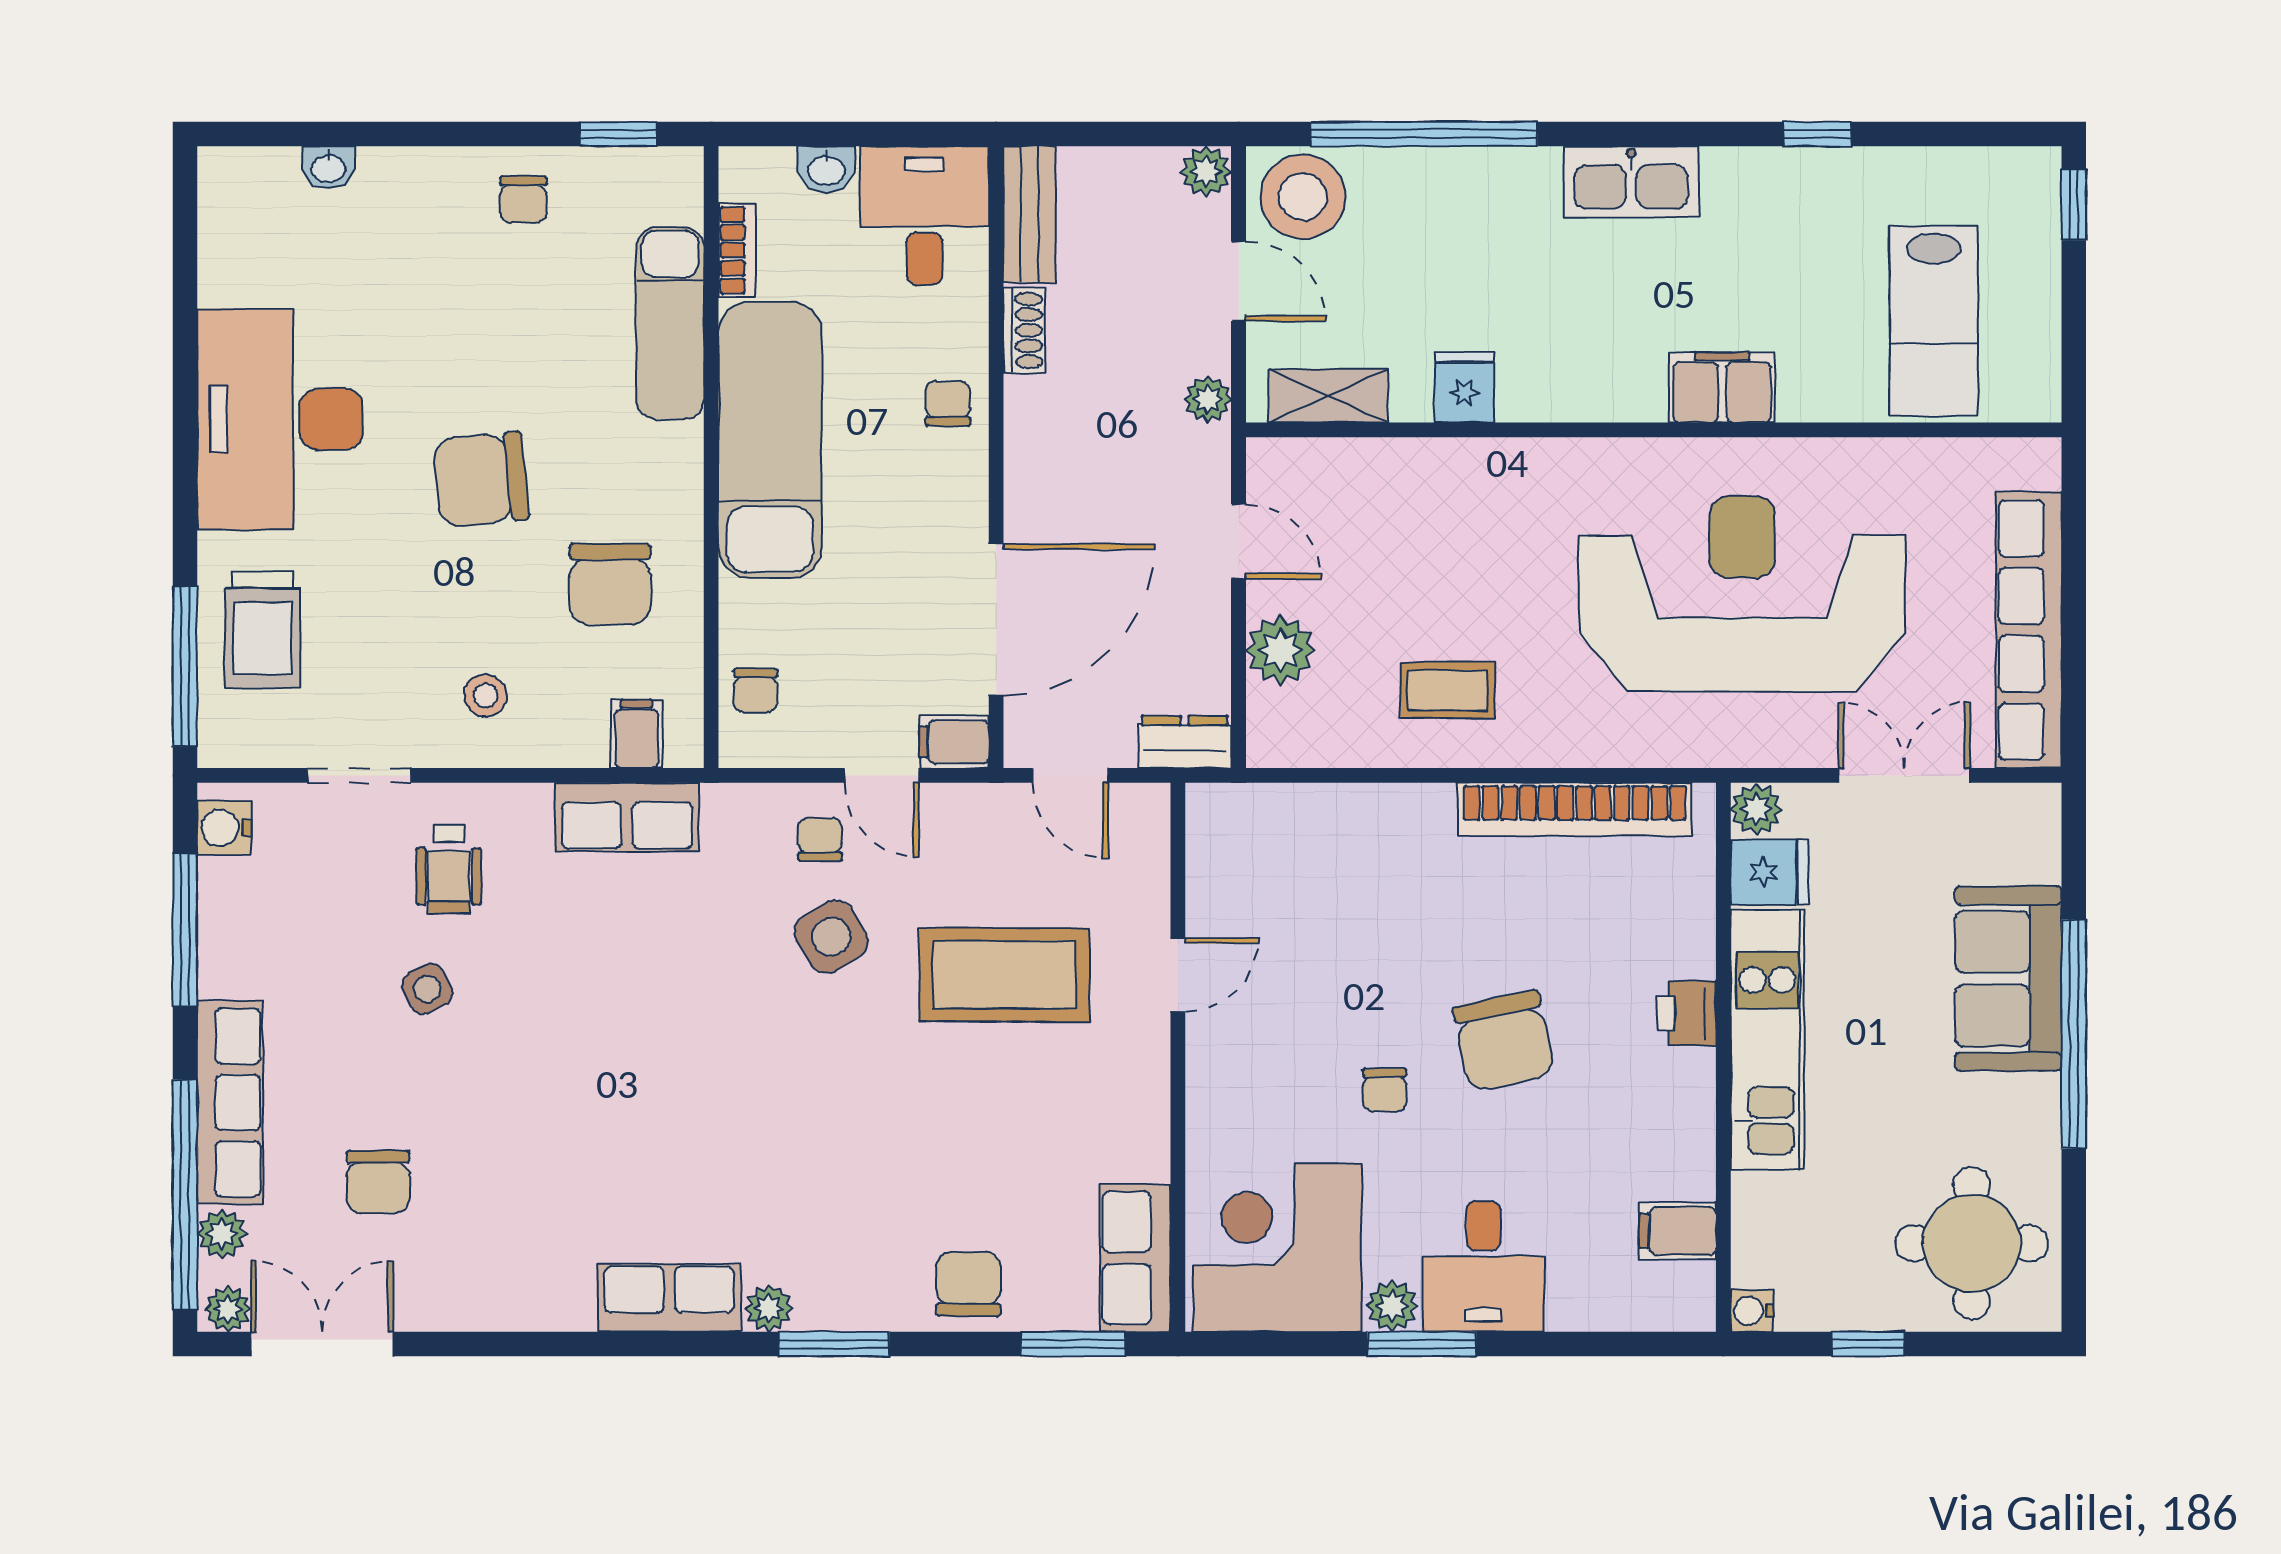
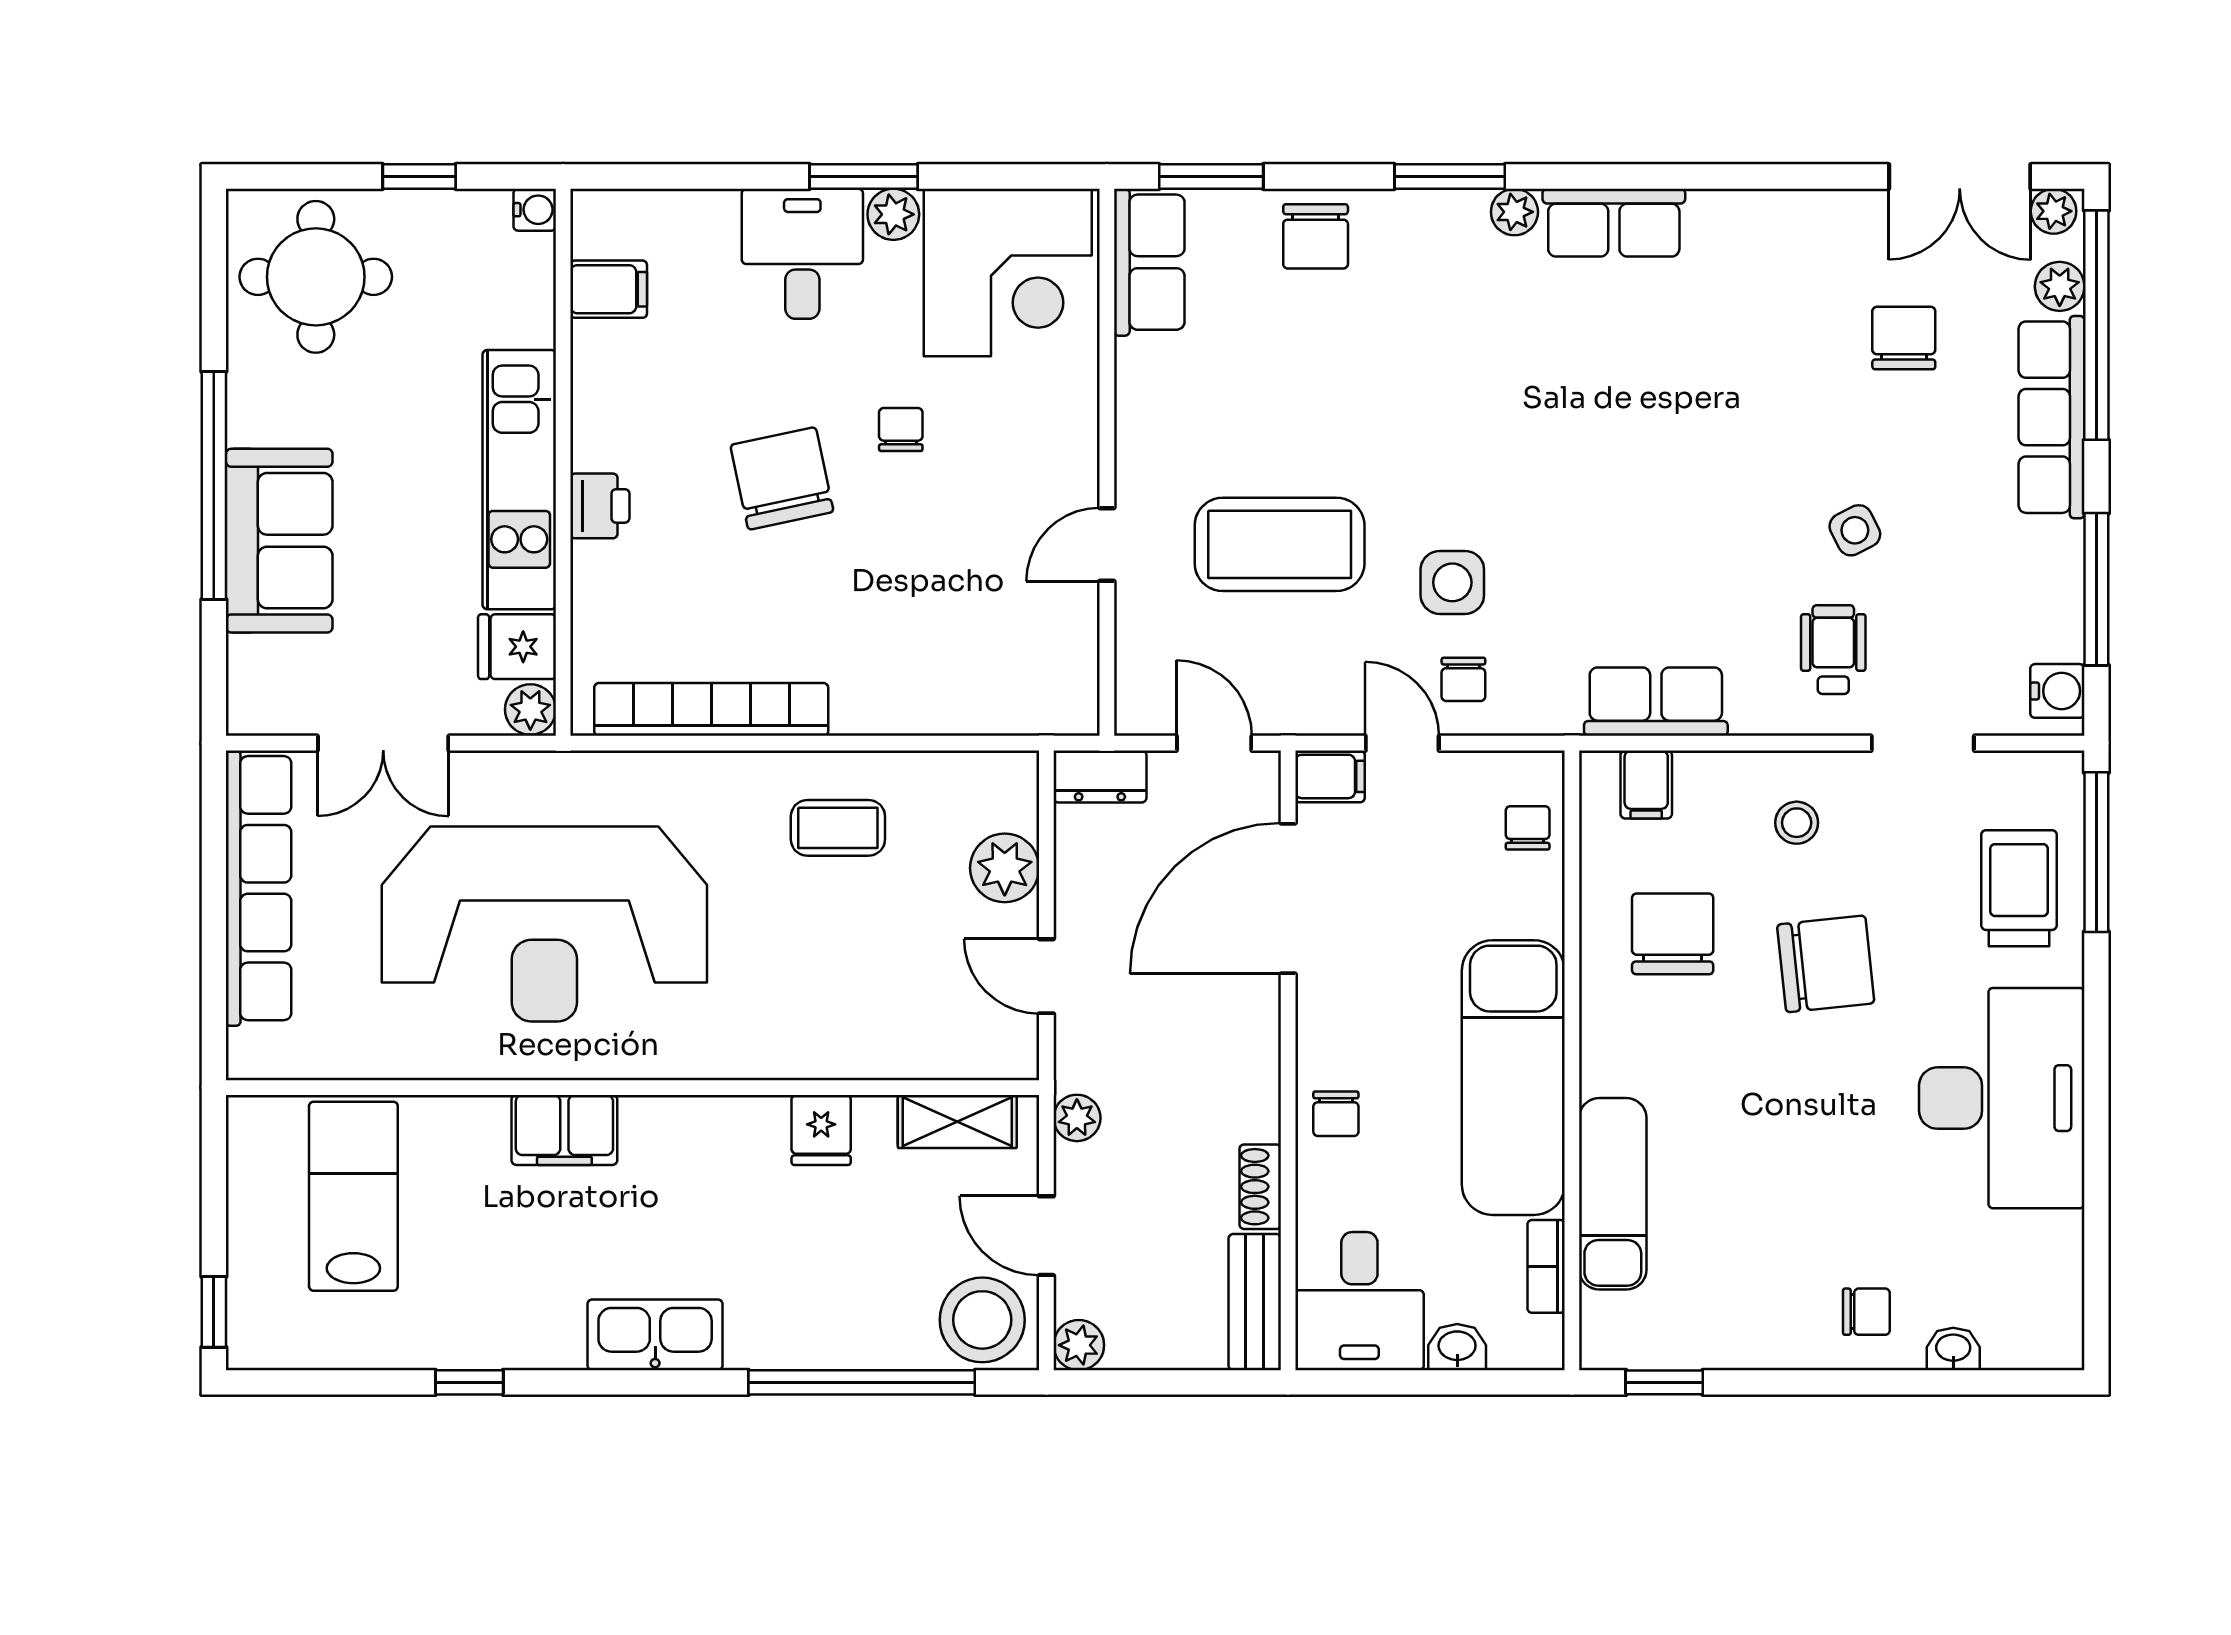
chair: (523, 200) -> (1866, 1312), moved, turned 90
chair: (481, 480) -> (1826, 964), moved
side table: (831, 937) -> (1452, 582), turned 31

